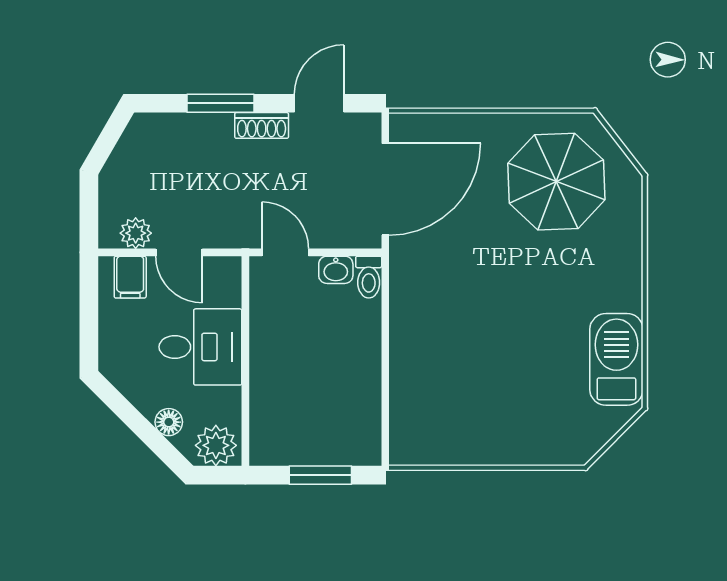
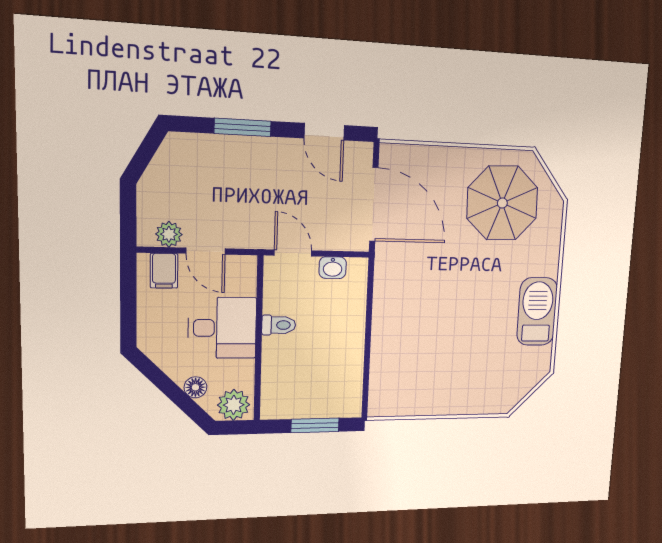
door: (319, 103) -> (324, 132), swing flipped
shoe rack: (262, 125) -> (277, 148), removed
door: (385, 189) -> (374, 205), hinge flipped
toilet: (369, 277) -> (279, 325), moved, turned -90
barbecue: (616, 359) -> (537, 312), moved

